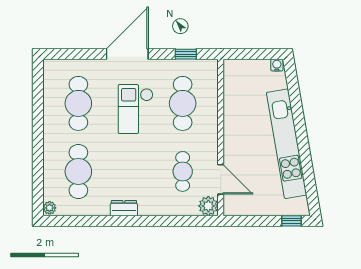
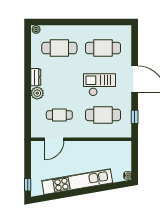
plant: (208, 206) -> (37, 93), moved

